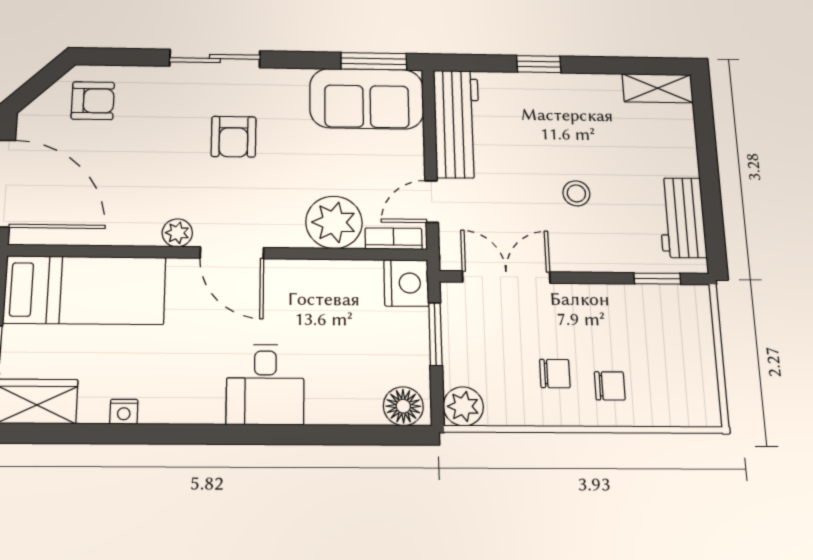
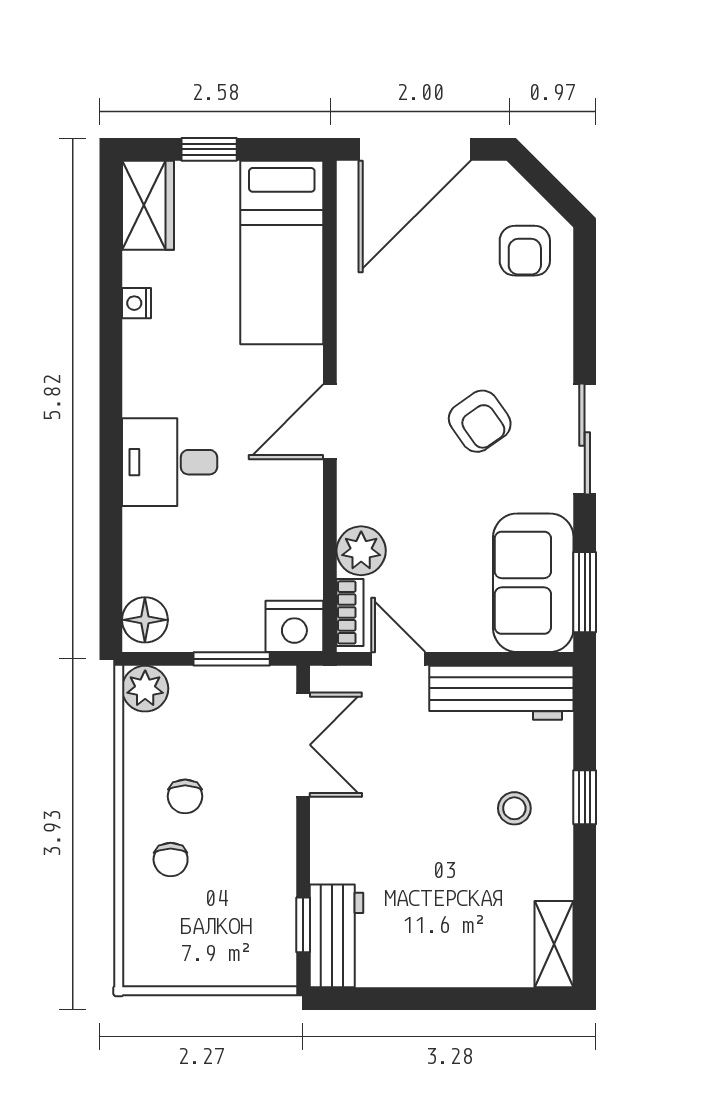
sliding door: (215, 59) -> (585, 439), moved
armchair: (234, 137) -> (480, 421), turned -125
stool: (576, 193) -> (514, 808), moved
workbench: (682, 218) -> (336, 936), moved, turned 90
plant: (334, 222) -> (361, 551), width x0.73, depth x0.73
plant: (177, 233) -> (354, 357), removed

